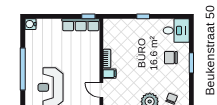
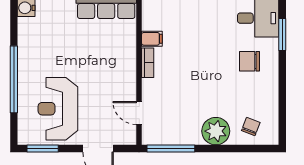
window: (191, 63) -> (282, 34), moved
filing cabinet: (109, 74) -> (152, 39), moved

